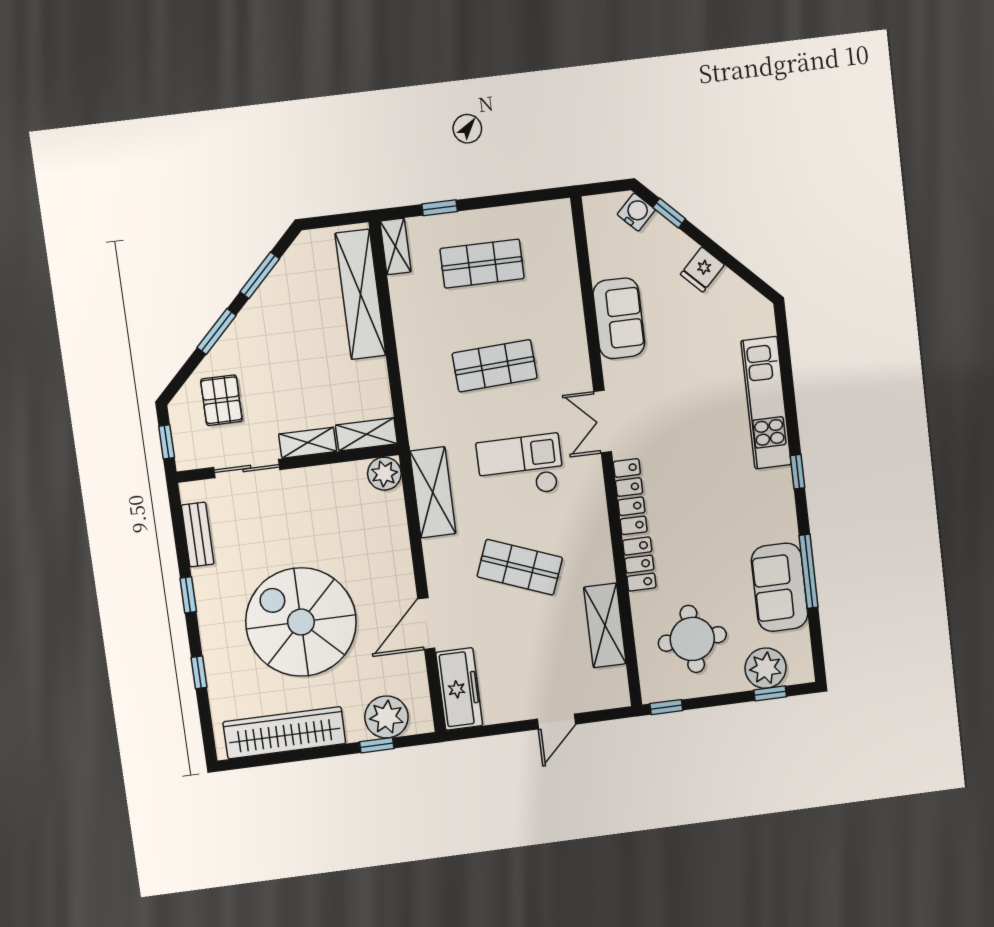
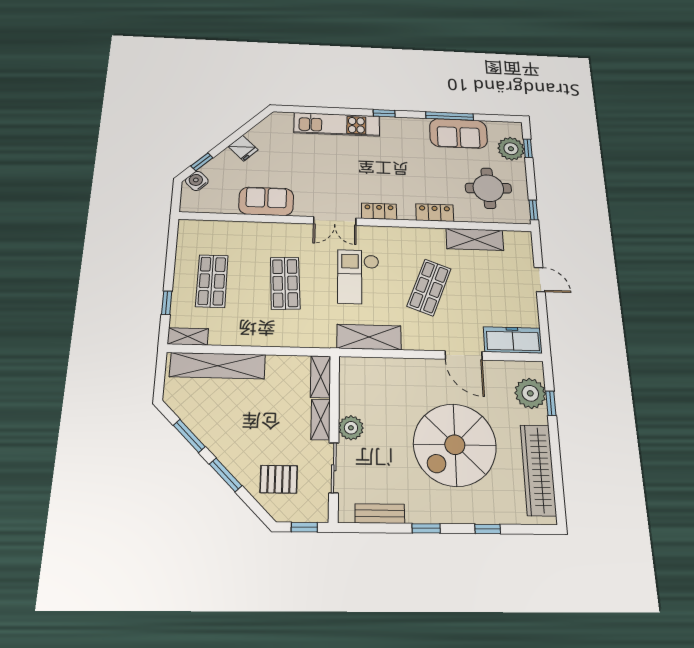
plant: (384, 474) -> (351, 428), moved
locker: (630, 497) -> (379, 211), width x0.66

